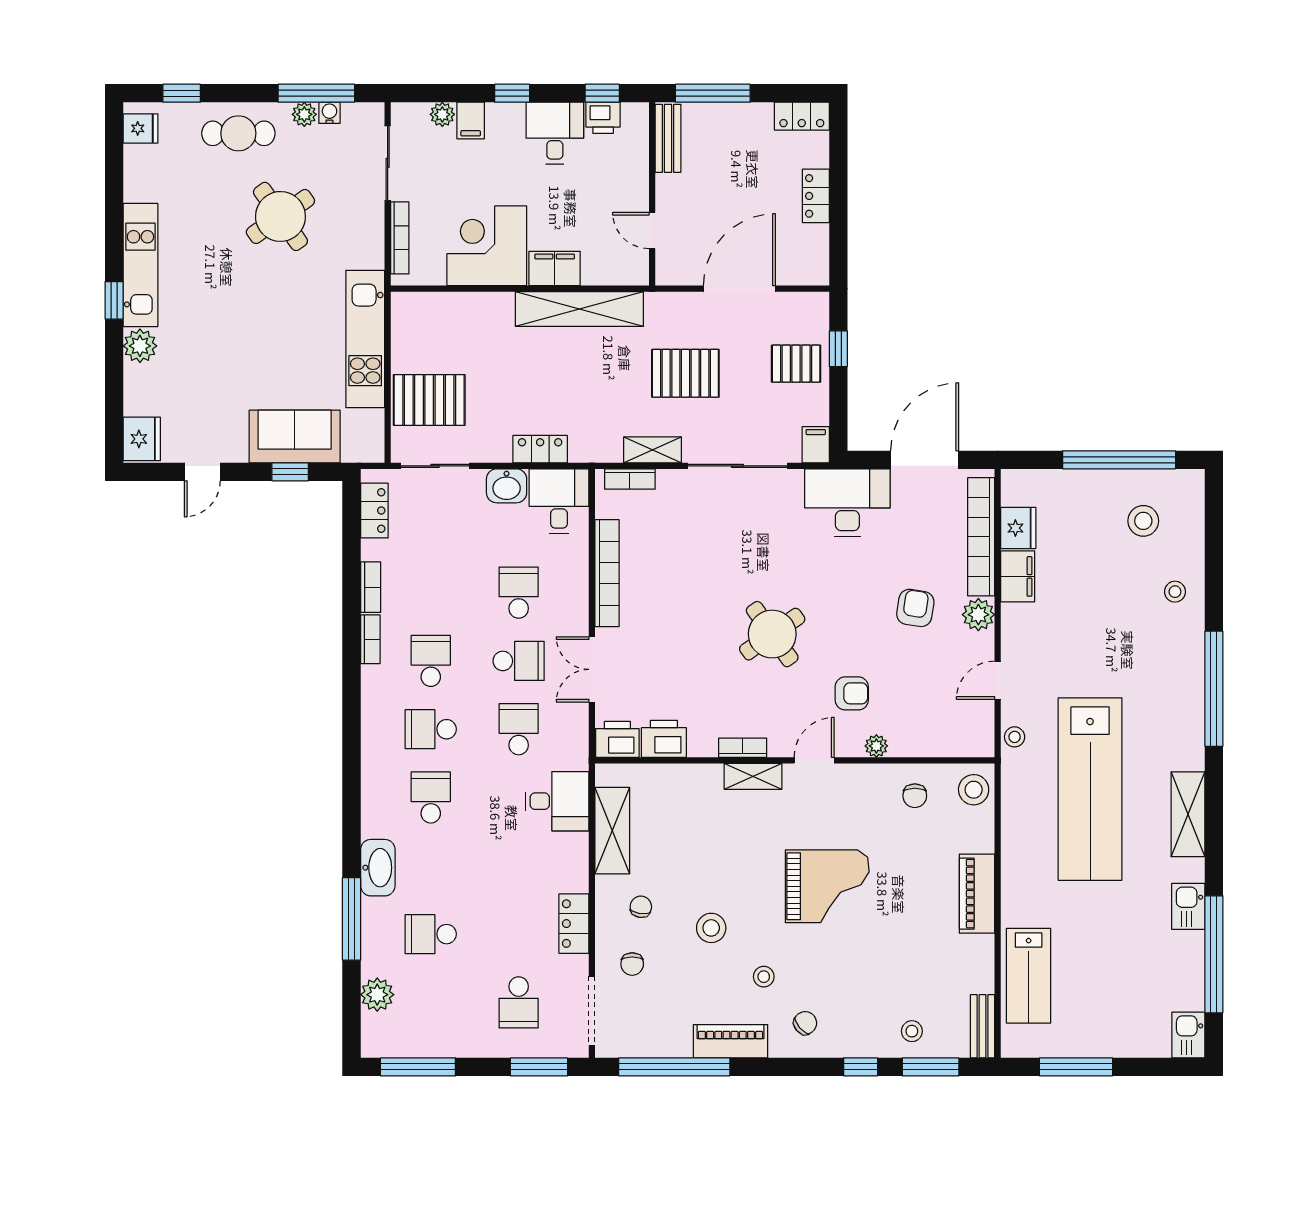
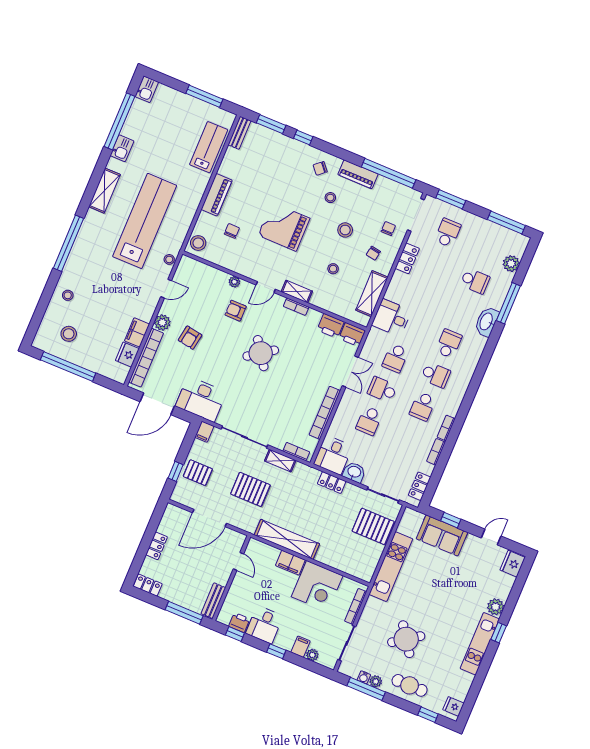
chair: (915, 796) -> (232, 231), moved
school desk: (431, 798) -> (449, 344), turned 180
stool: (912, 1031) -> (333, 269), moved

